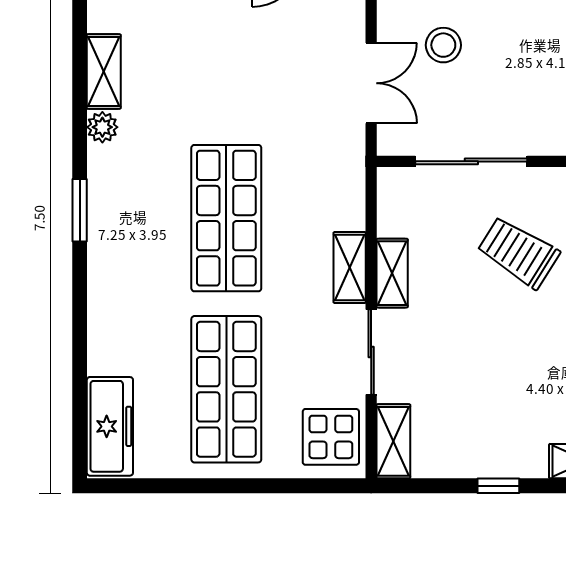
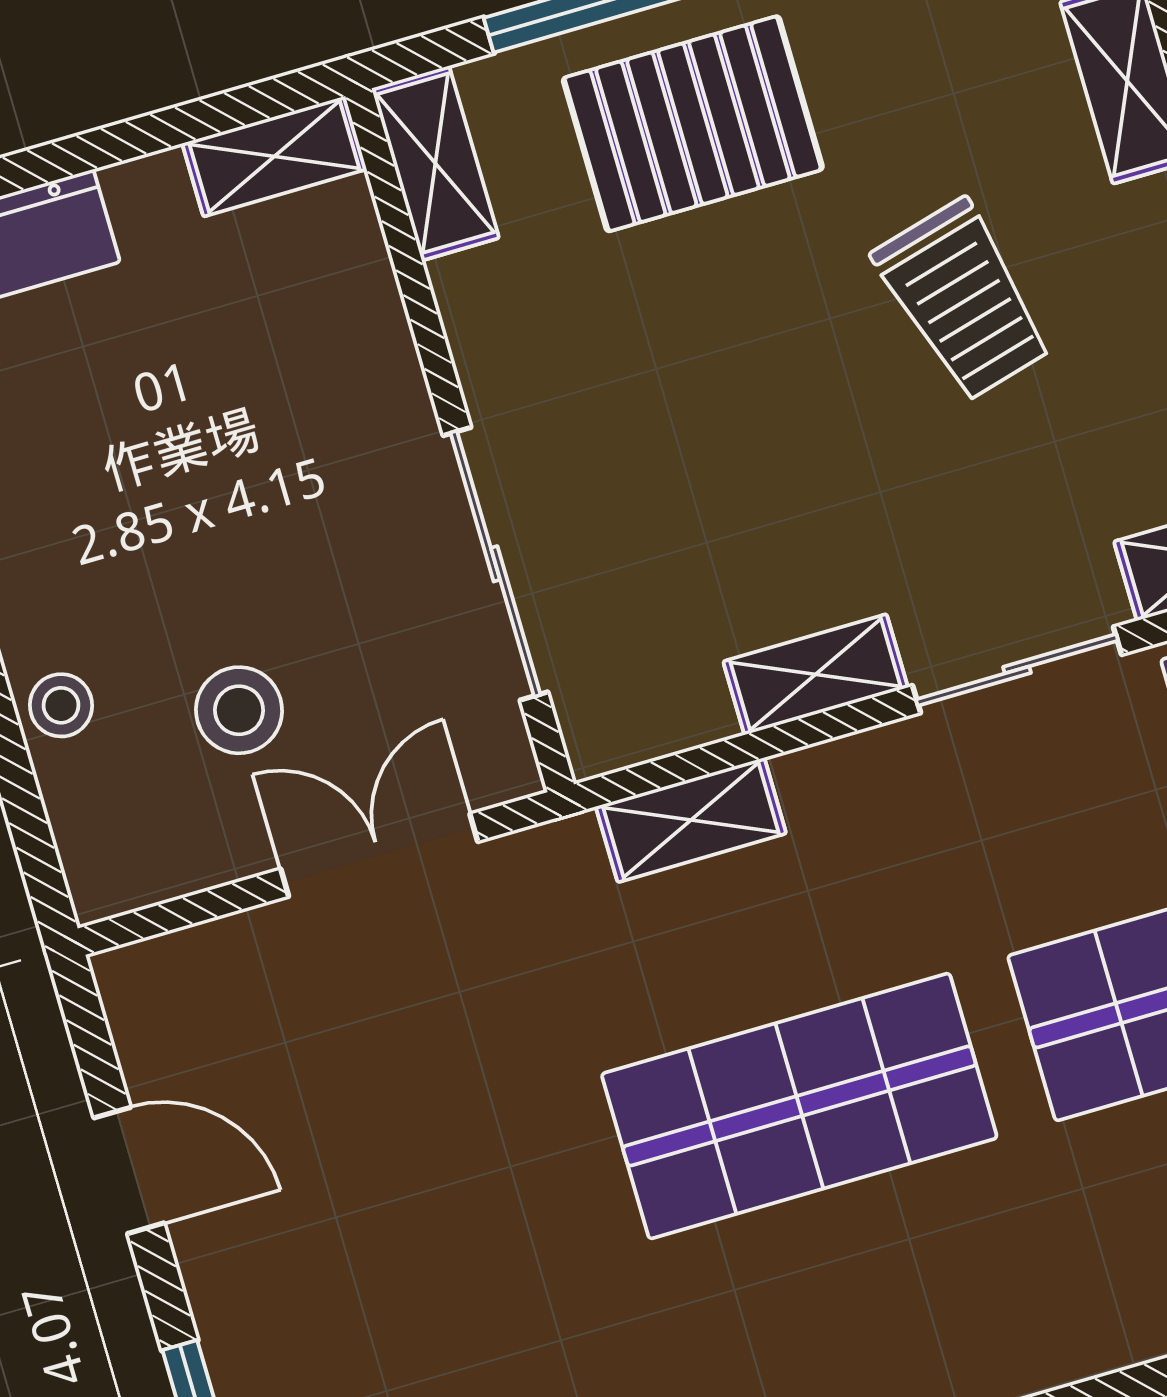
trolley: (518, 252) -> (963, 300), moved, turned -47
shelving: (350, 267) -> (691, 820), moved

